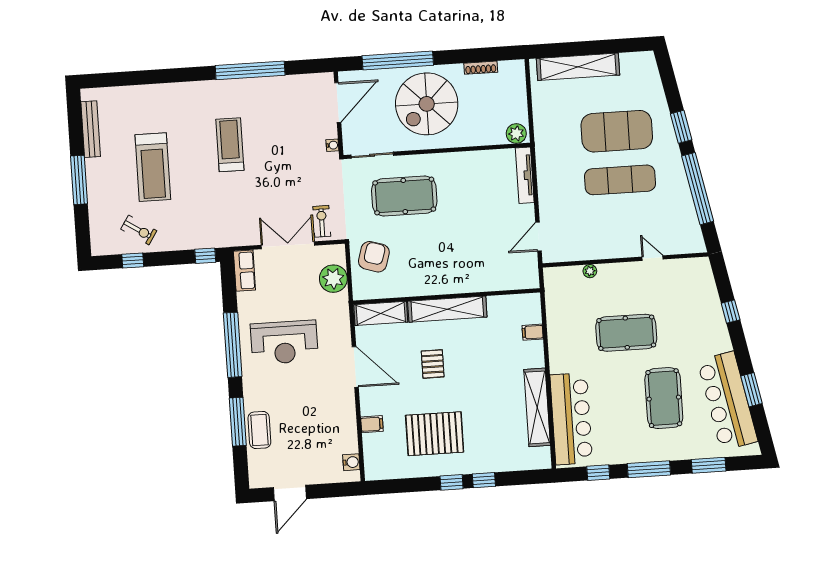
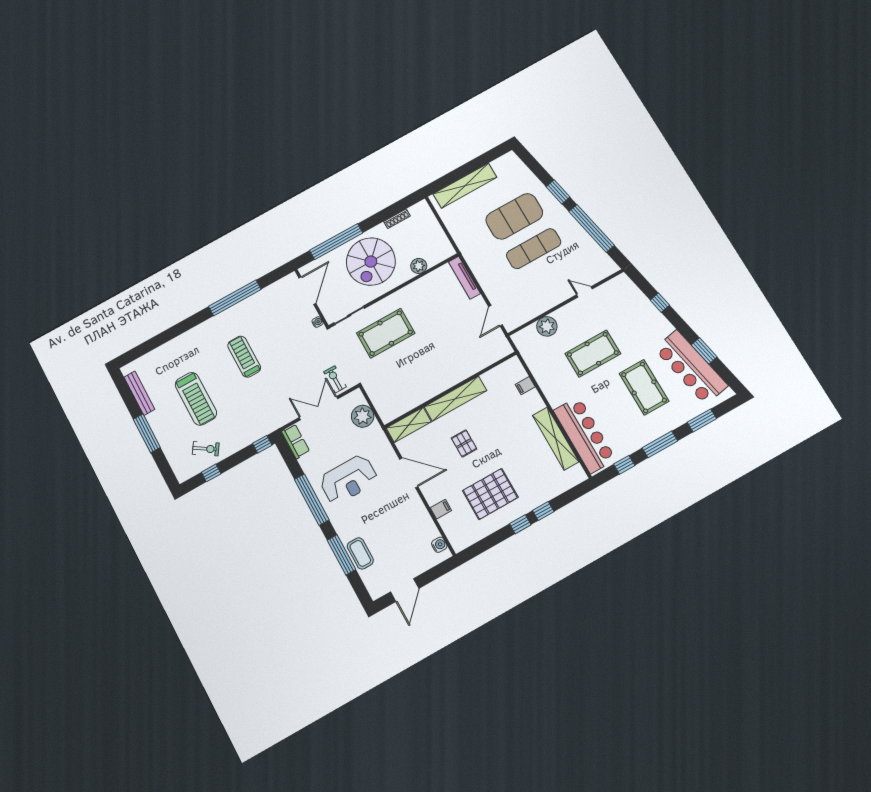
plant: (516, 134) -> (419, 266), moved
armchair: (374, 257) -> (384, 387), removed
plant: (590, 271) -> (547, 326), width x1.88, depth x1.88

